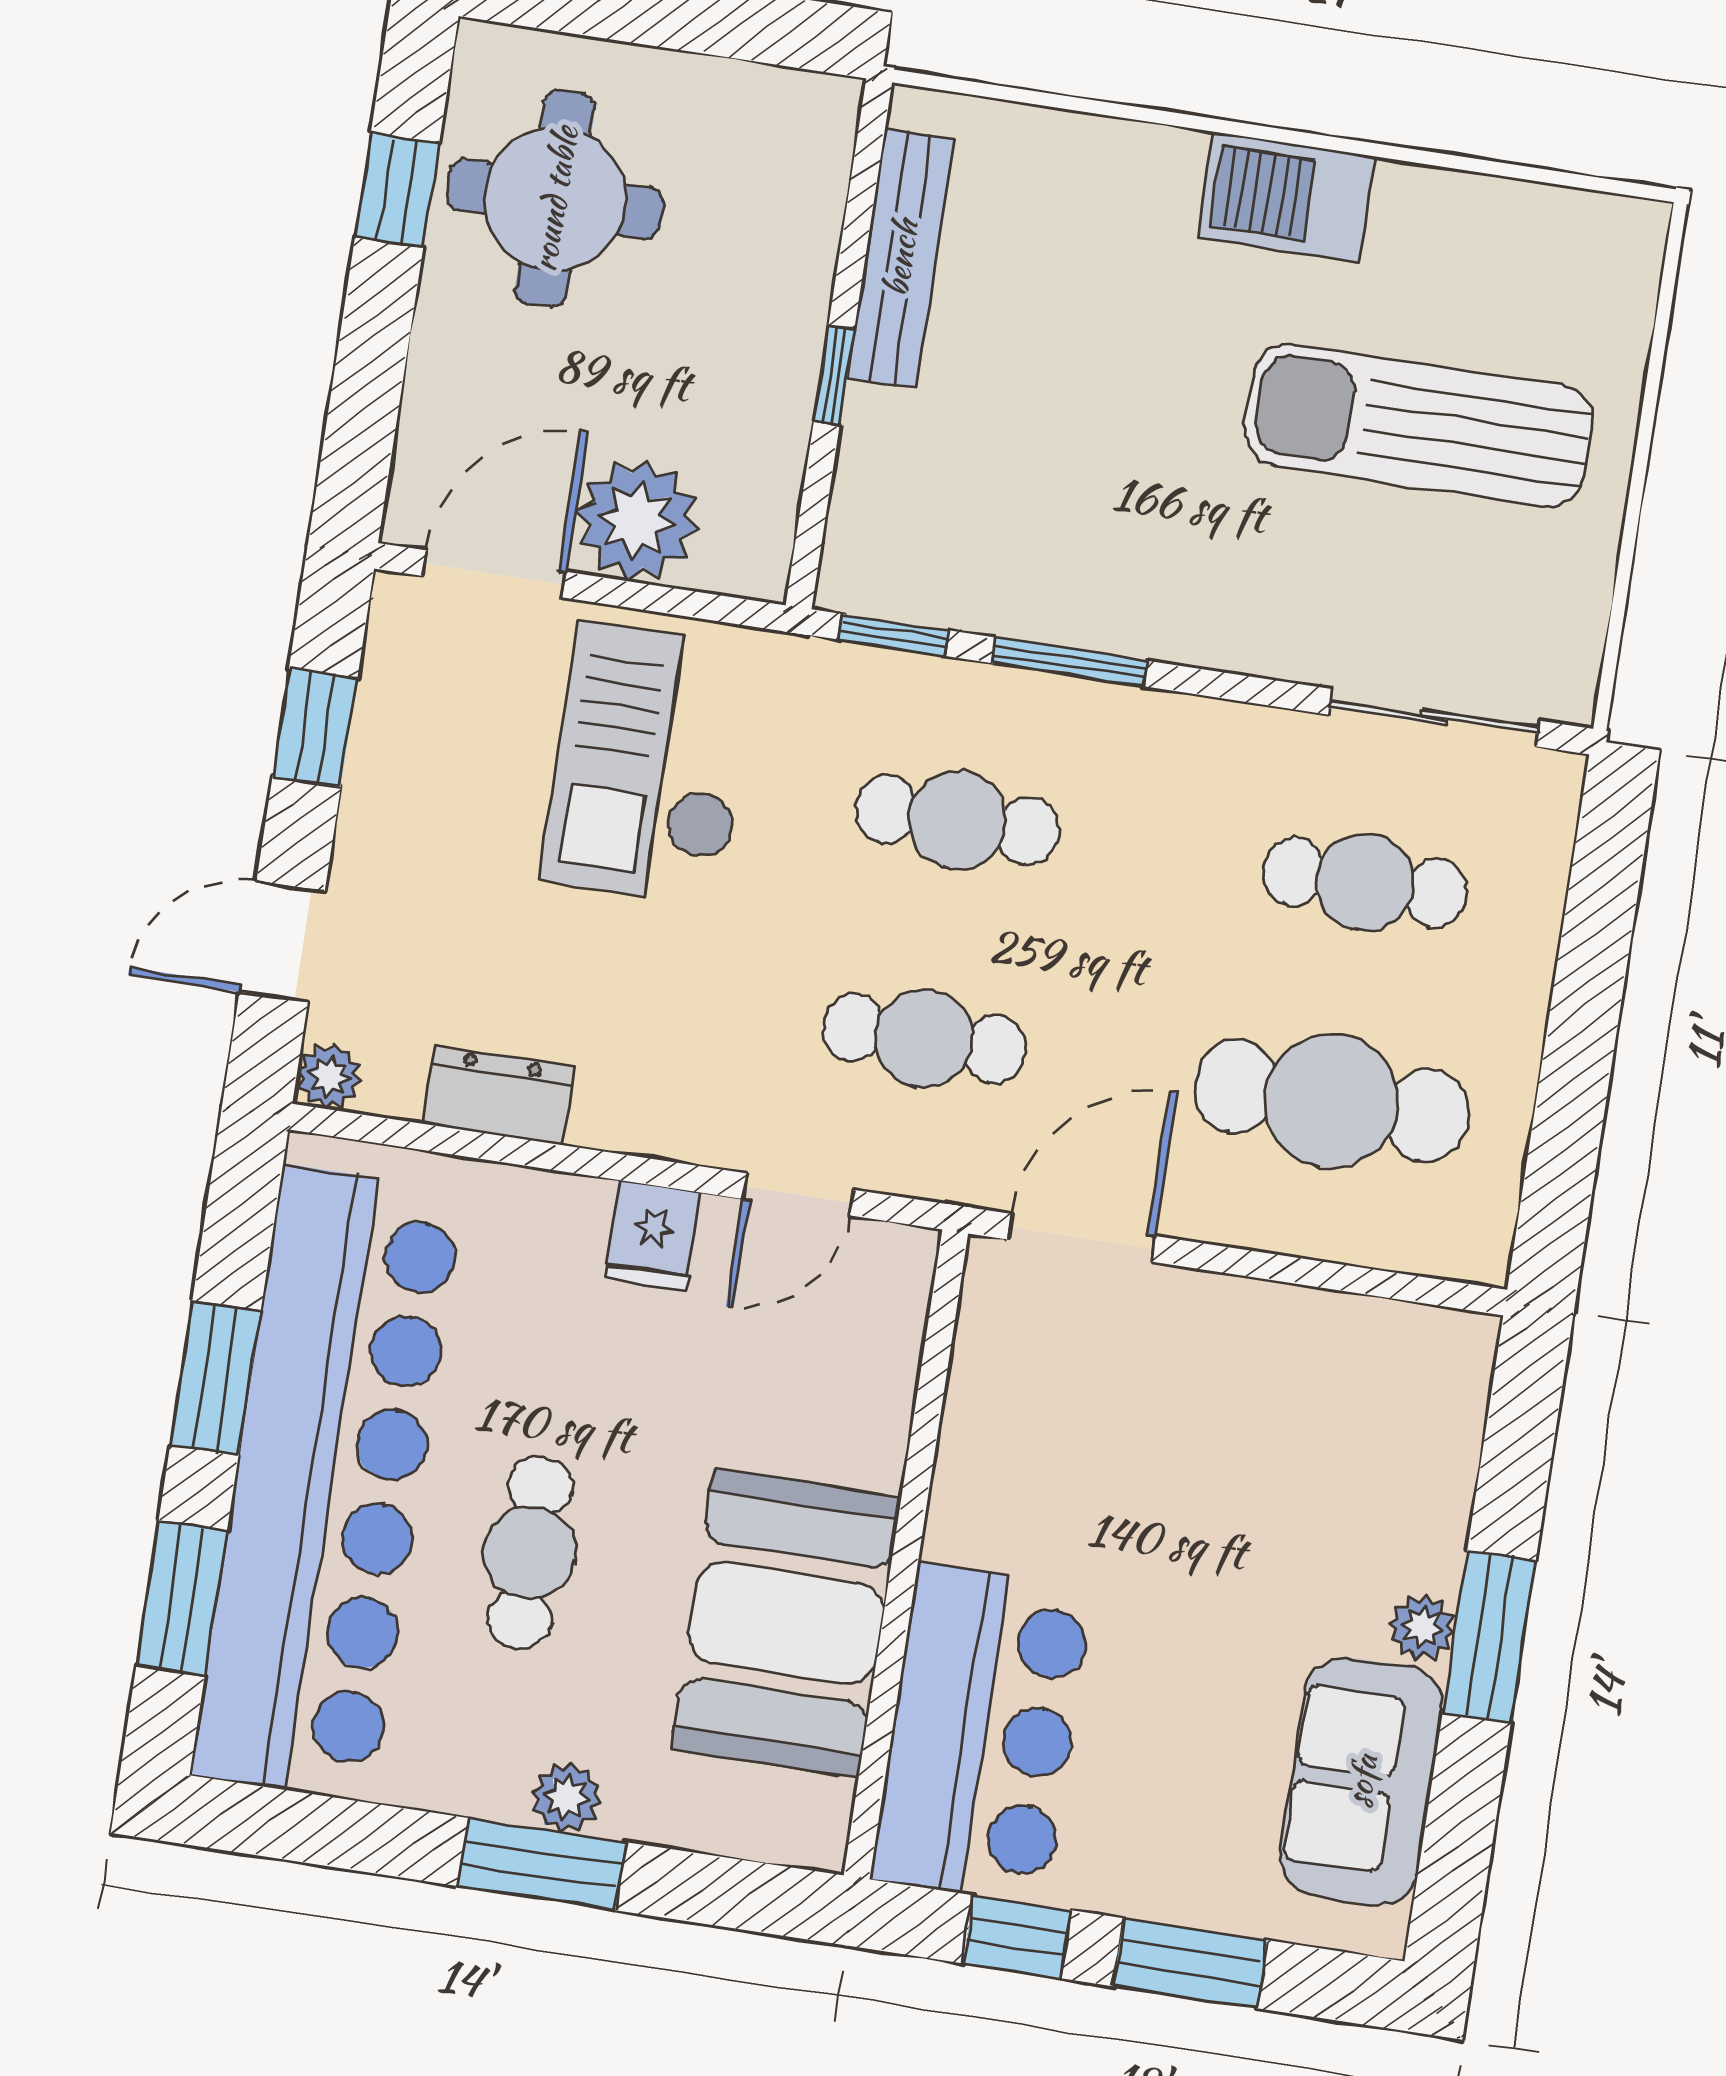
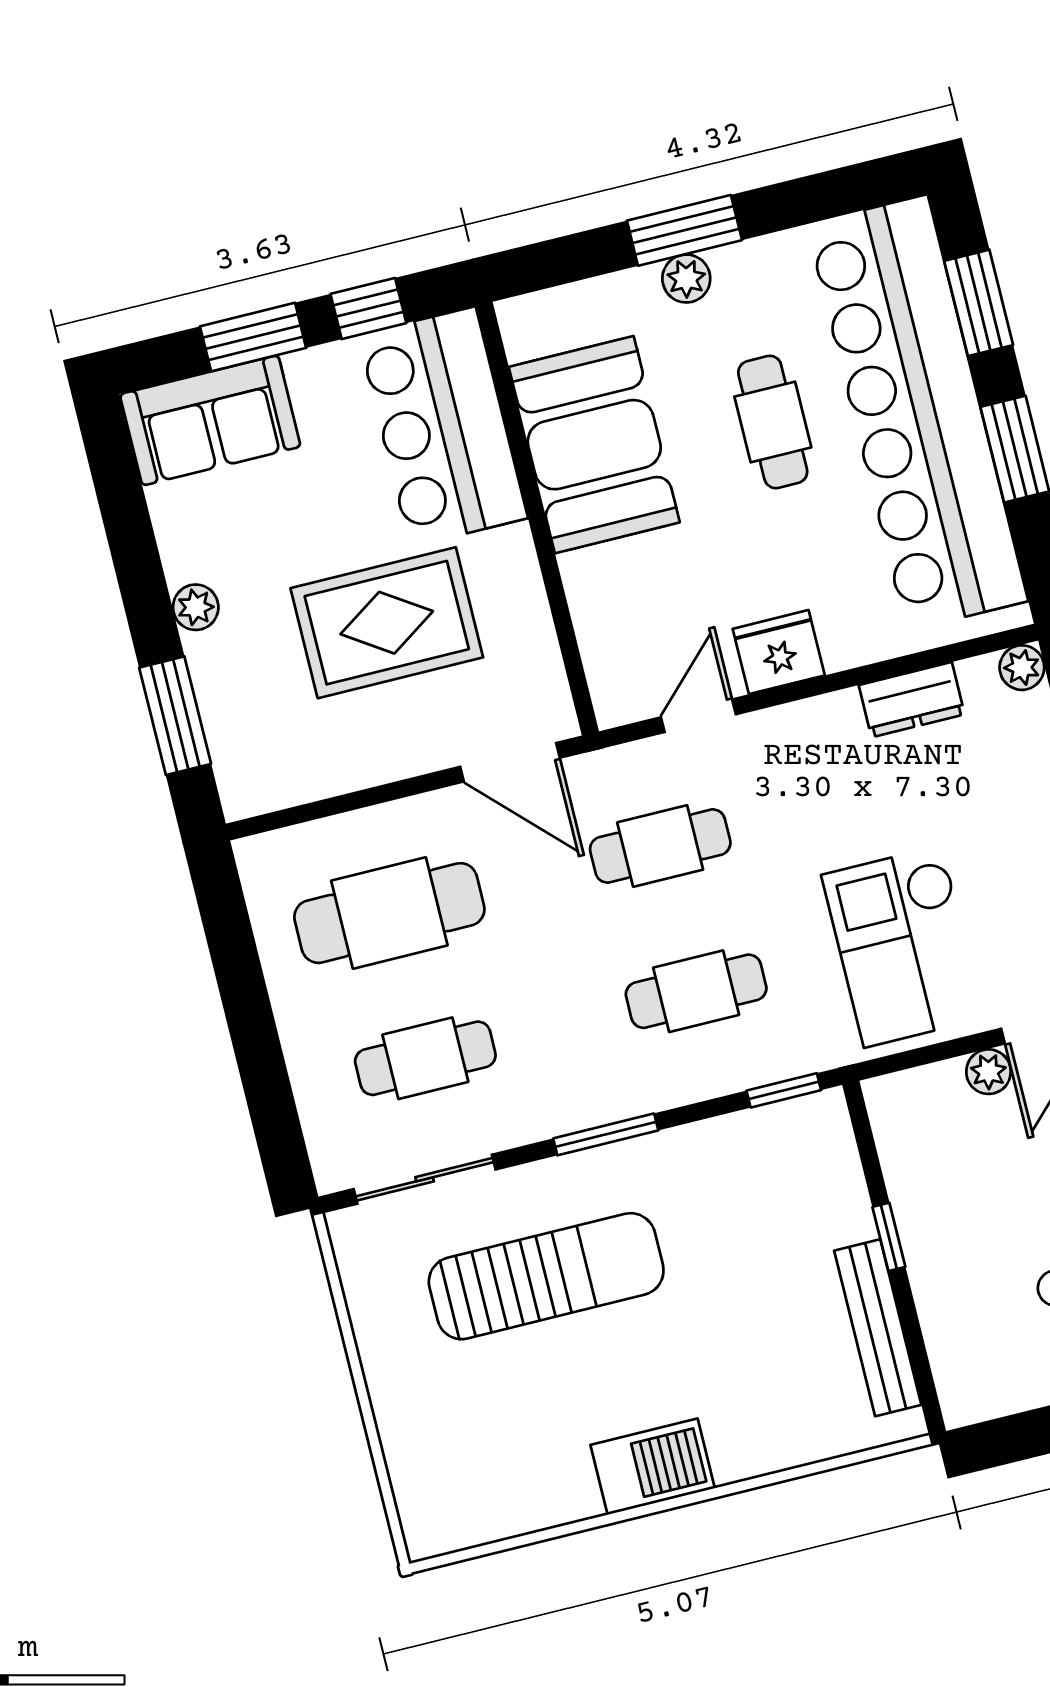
sun lounger: (1419, 425) -> (546, 1276), moved
plant: (637, 520) -> (989, 1072), width x0.53, depth x0.53
window: (1070, 662) -> (606, 1134), moved
checkout: (650, 764) -> (903, 946), turned 180
fridge: (652, 1236) -> (779, 652), width x1.38
door: (1081, 1238) -> (510, 762), hinge flipped
rug: (1170, 1498) -> (387, 623), added
window: (1489, 1637) -> (175, 716), moved
sofa: (1362, 1781) -> (210, 420), moved, turned 90

